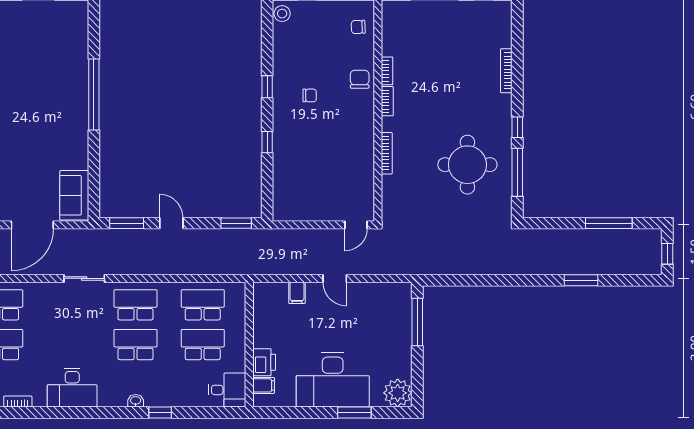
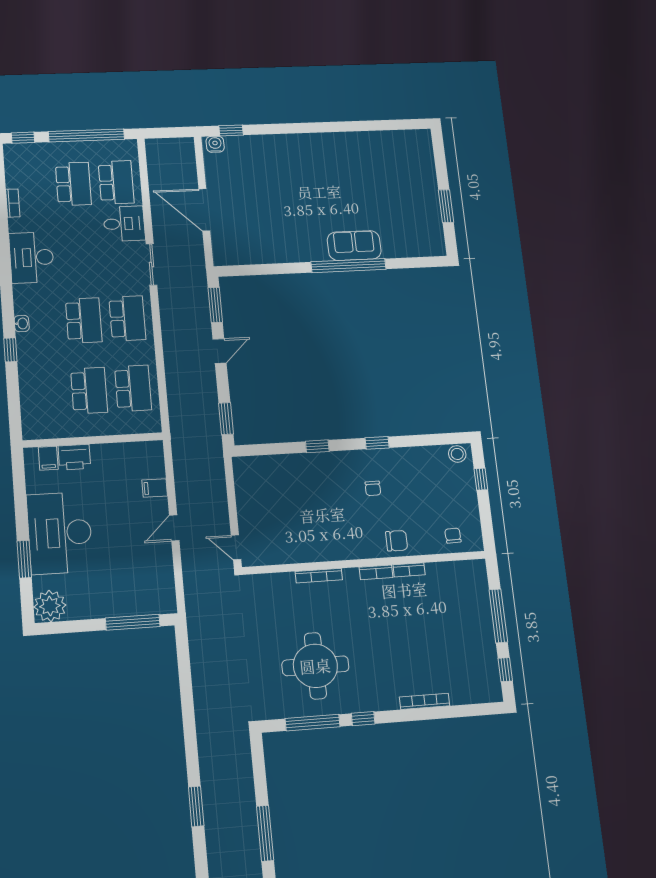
sofa: (74, 195) -> (354, 246), moved
desk: (227, 390) -> (124, 224), moved, turned -90

